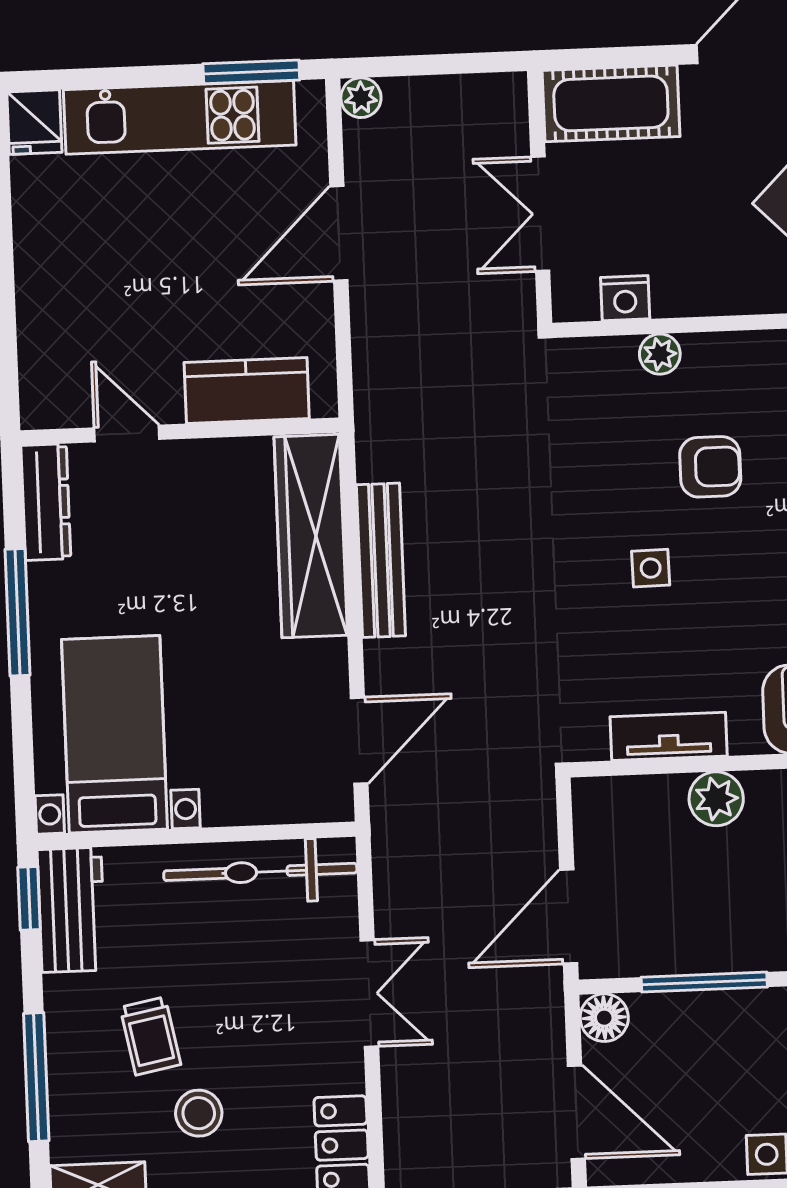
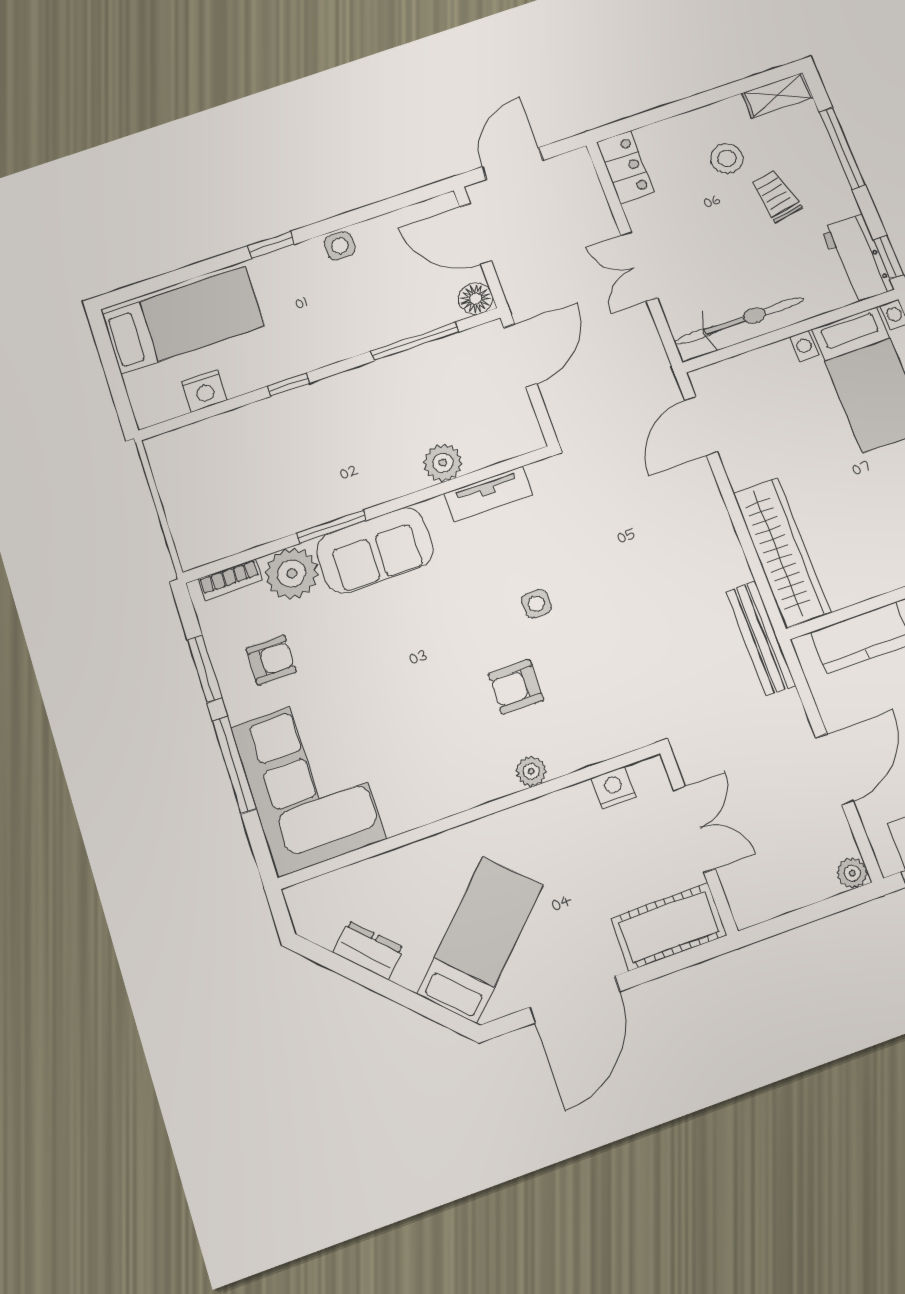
plant: (660, 354) -> (531, 771), moved
bench: (381, 560) -> (761, 638), moved

